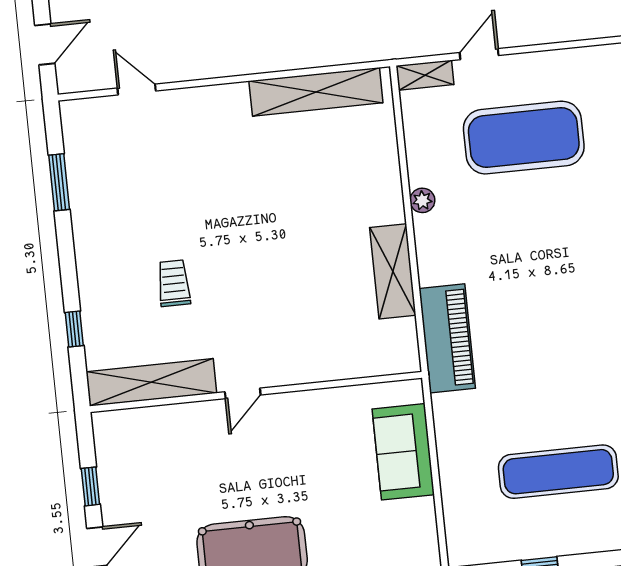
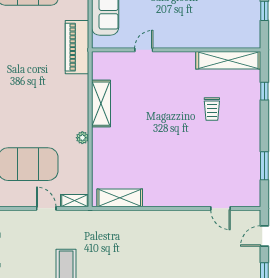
door: (479, 54) -> (46, 208), swing flipped
shelving: (316, 92) -> (120, 198), width x0.68
piano: (447, 338) -> (77, 47), moved
door: (243, 393) -> (144, 50), moved

